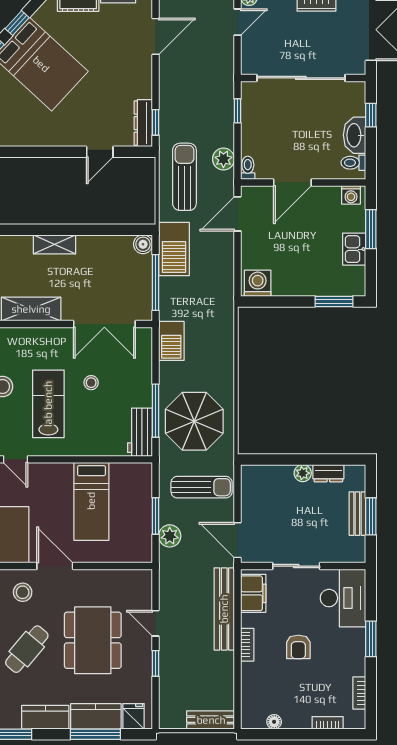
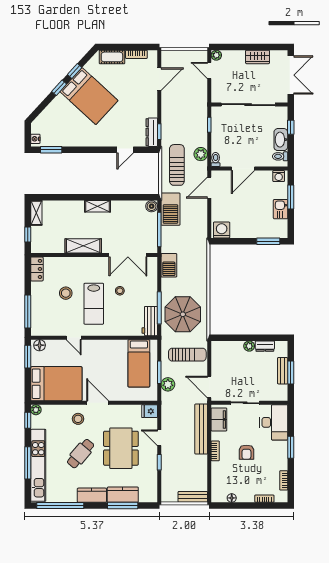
door: (238, 22) -> (209, 70), swing flipped
lab bench: (48, 404) -> (94, 304), turned 180
bed: (91, 501) -> (139, 363), moved
fridge: (134, 716) -> (150, 411), moved, turned -90

